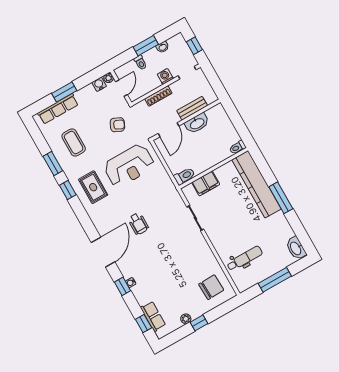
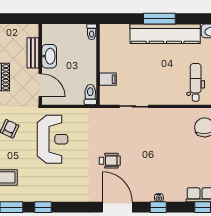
filing cabinet: (206, 183) -> (108, 79), width x0.50
kitchen counter: (256, 184) -> (165, 34), moved
rug: (93, 187) -> (54, 183), removed

